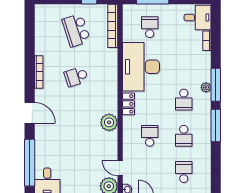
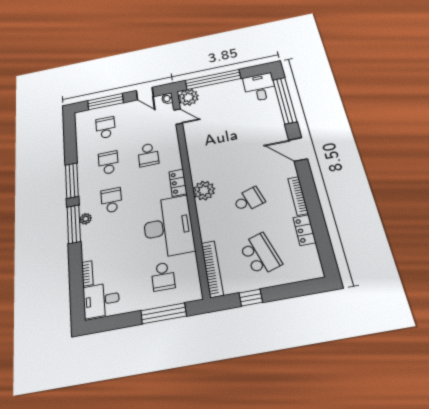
locker: (41, 43) -> (304, 230), added
plant: (109, 122) -> (204, 191), moved
school desk: (184, 172) -> (106, 128), turned 180

